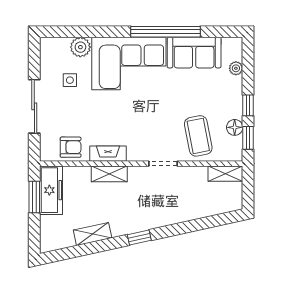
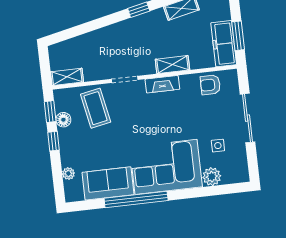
fireplace: (108, 154) -> (162, 84), moved

